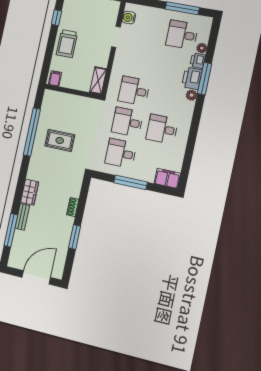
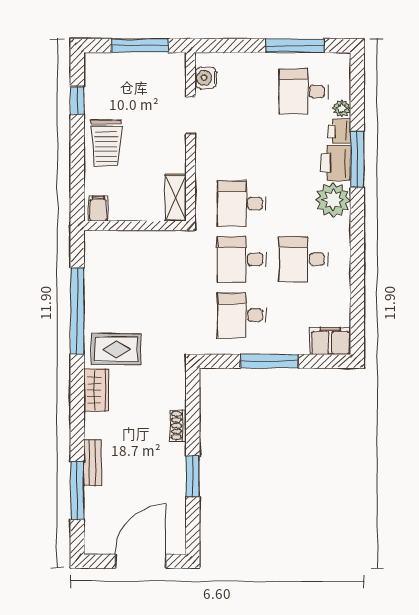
plant: (191, 95) -> (333, 200), width x1.87, depth x1.87
rug: (60, 140) -> (116, 349), moved
wardrobe: (30, 192) -> (96, 390), moved

